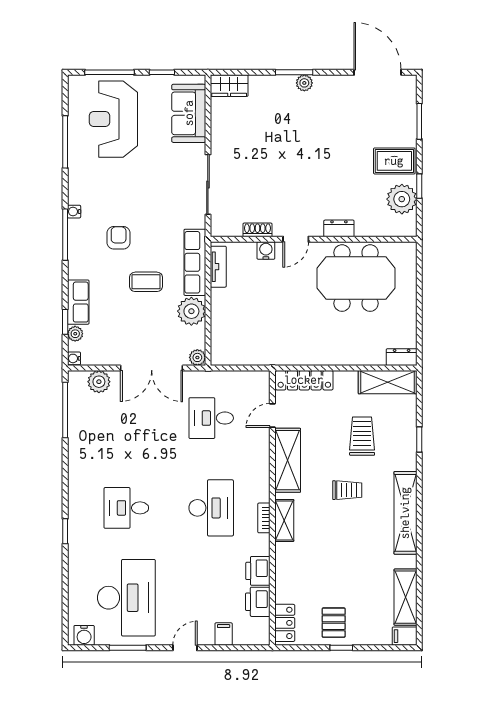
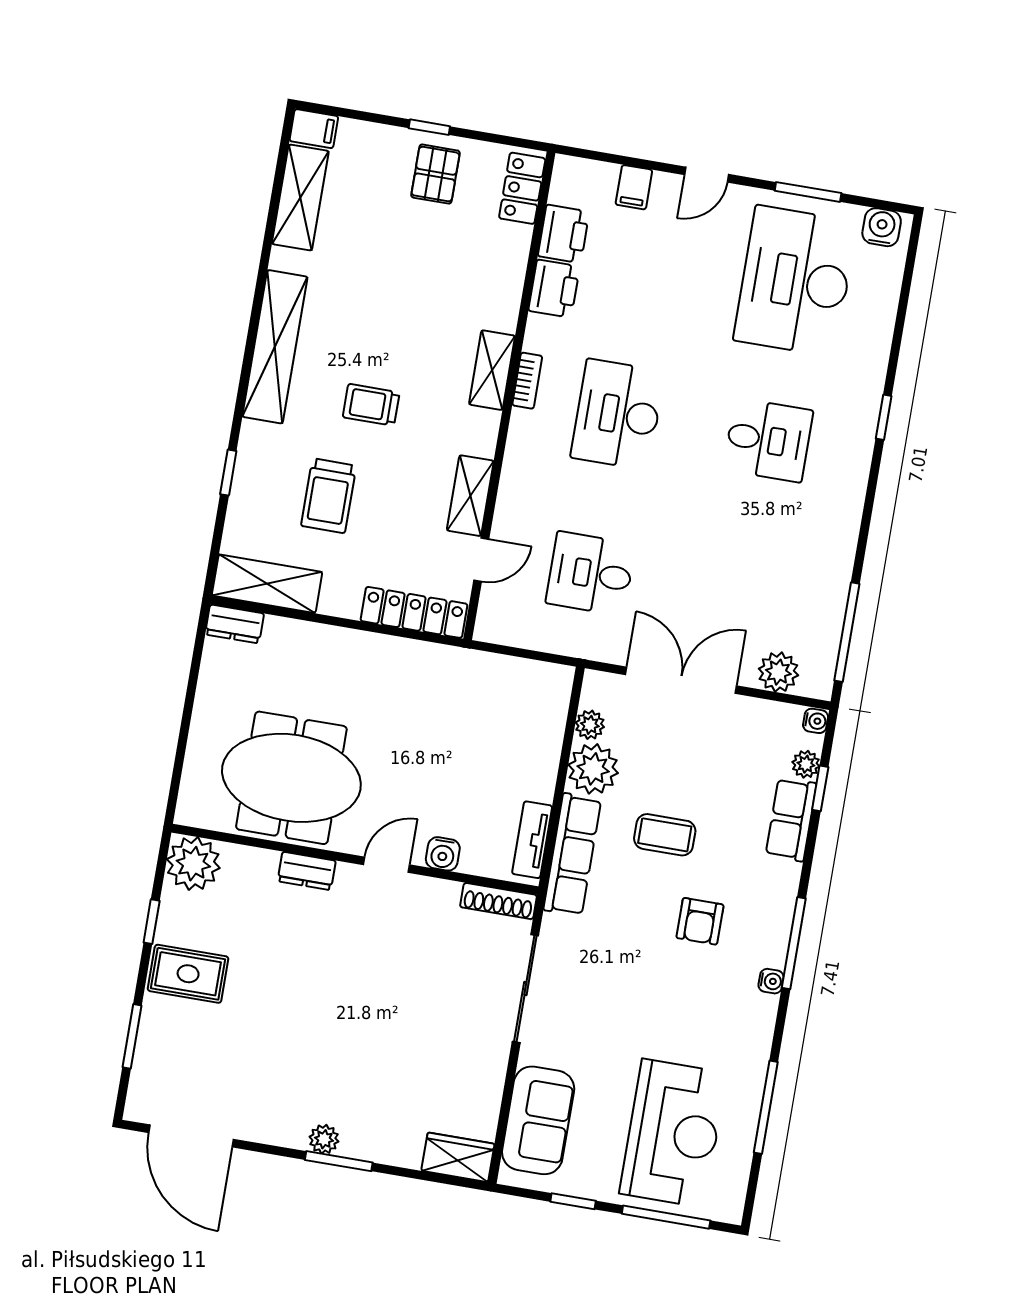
plant: (402, 199) -> (193, 864), moved
shoe rack: (257, 230) -> (498, 901), moved, width x1.43
plant: (197, 357) -> (590, 725), moved
desk: (211, 418) -> (591, 574), turned 180
shelving: (288, 460) -> (470, 496), width x0.67, depth x0.75

